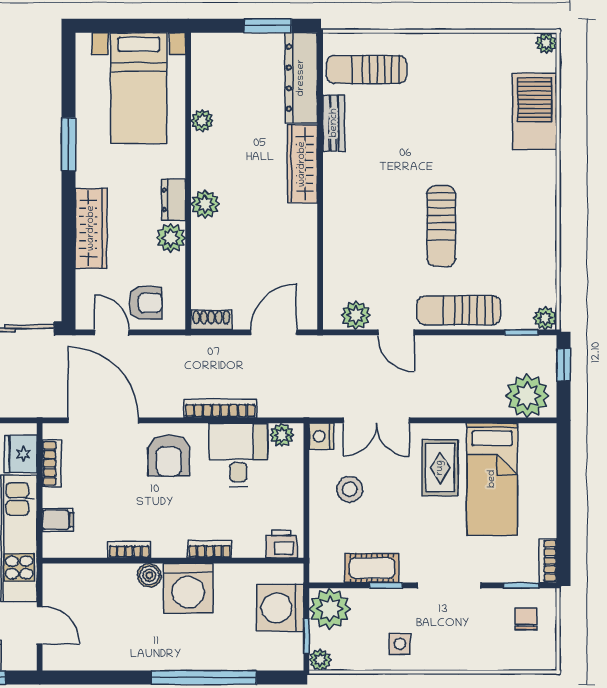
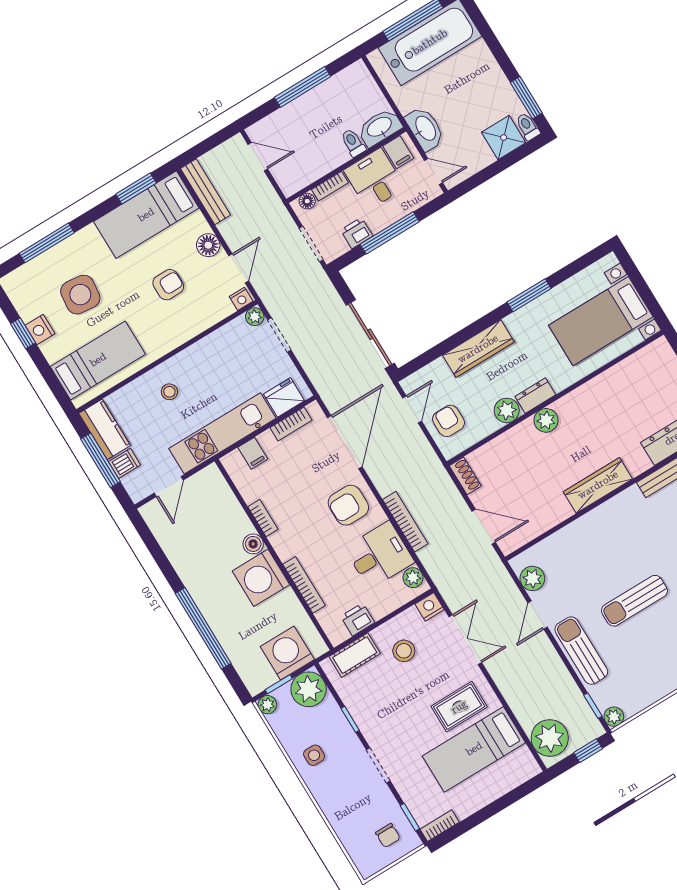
plant: (202, 121) -> (605, 381), removed
wardrobe: (302, 164) -> (598, 485), moved
armchair: (146, 303) -> (448, 421), turned 180
double door: (376, 420) -> (465, 640), swing flipped
printer: (281, 544) -> (358, 619), moved, turned -90
bookcase: (210, 549) -> (304, 585), width x1.56
cot: (372, 568) -> (355, 655), moved, turned 90
doorway: (449, 585) -> (378, 765), width x0.73
chair: (526, 619) -> (388, 835), turned 90

